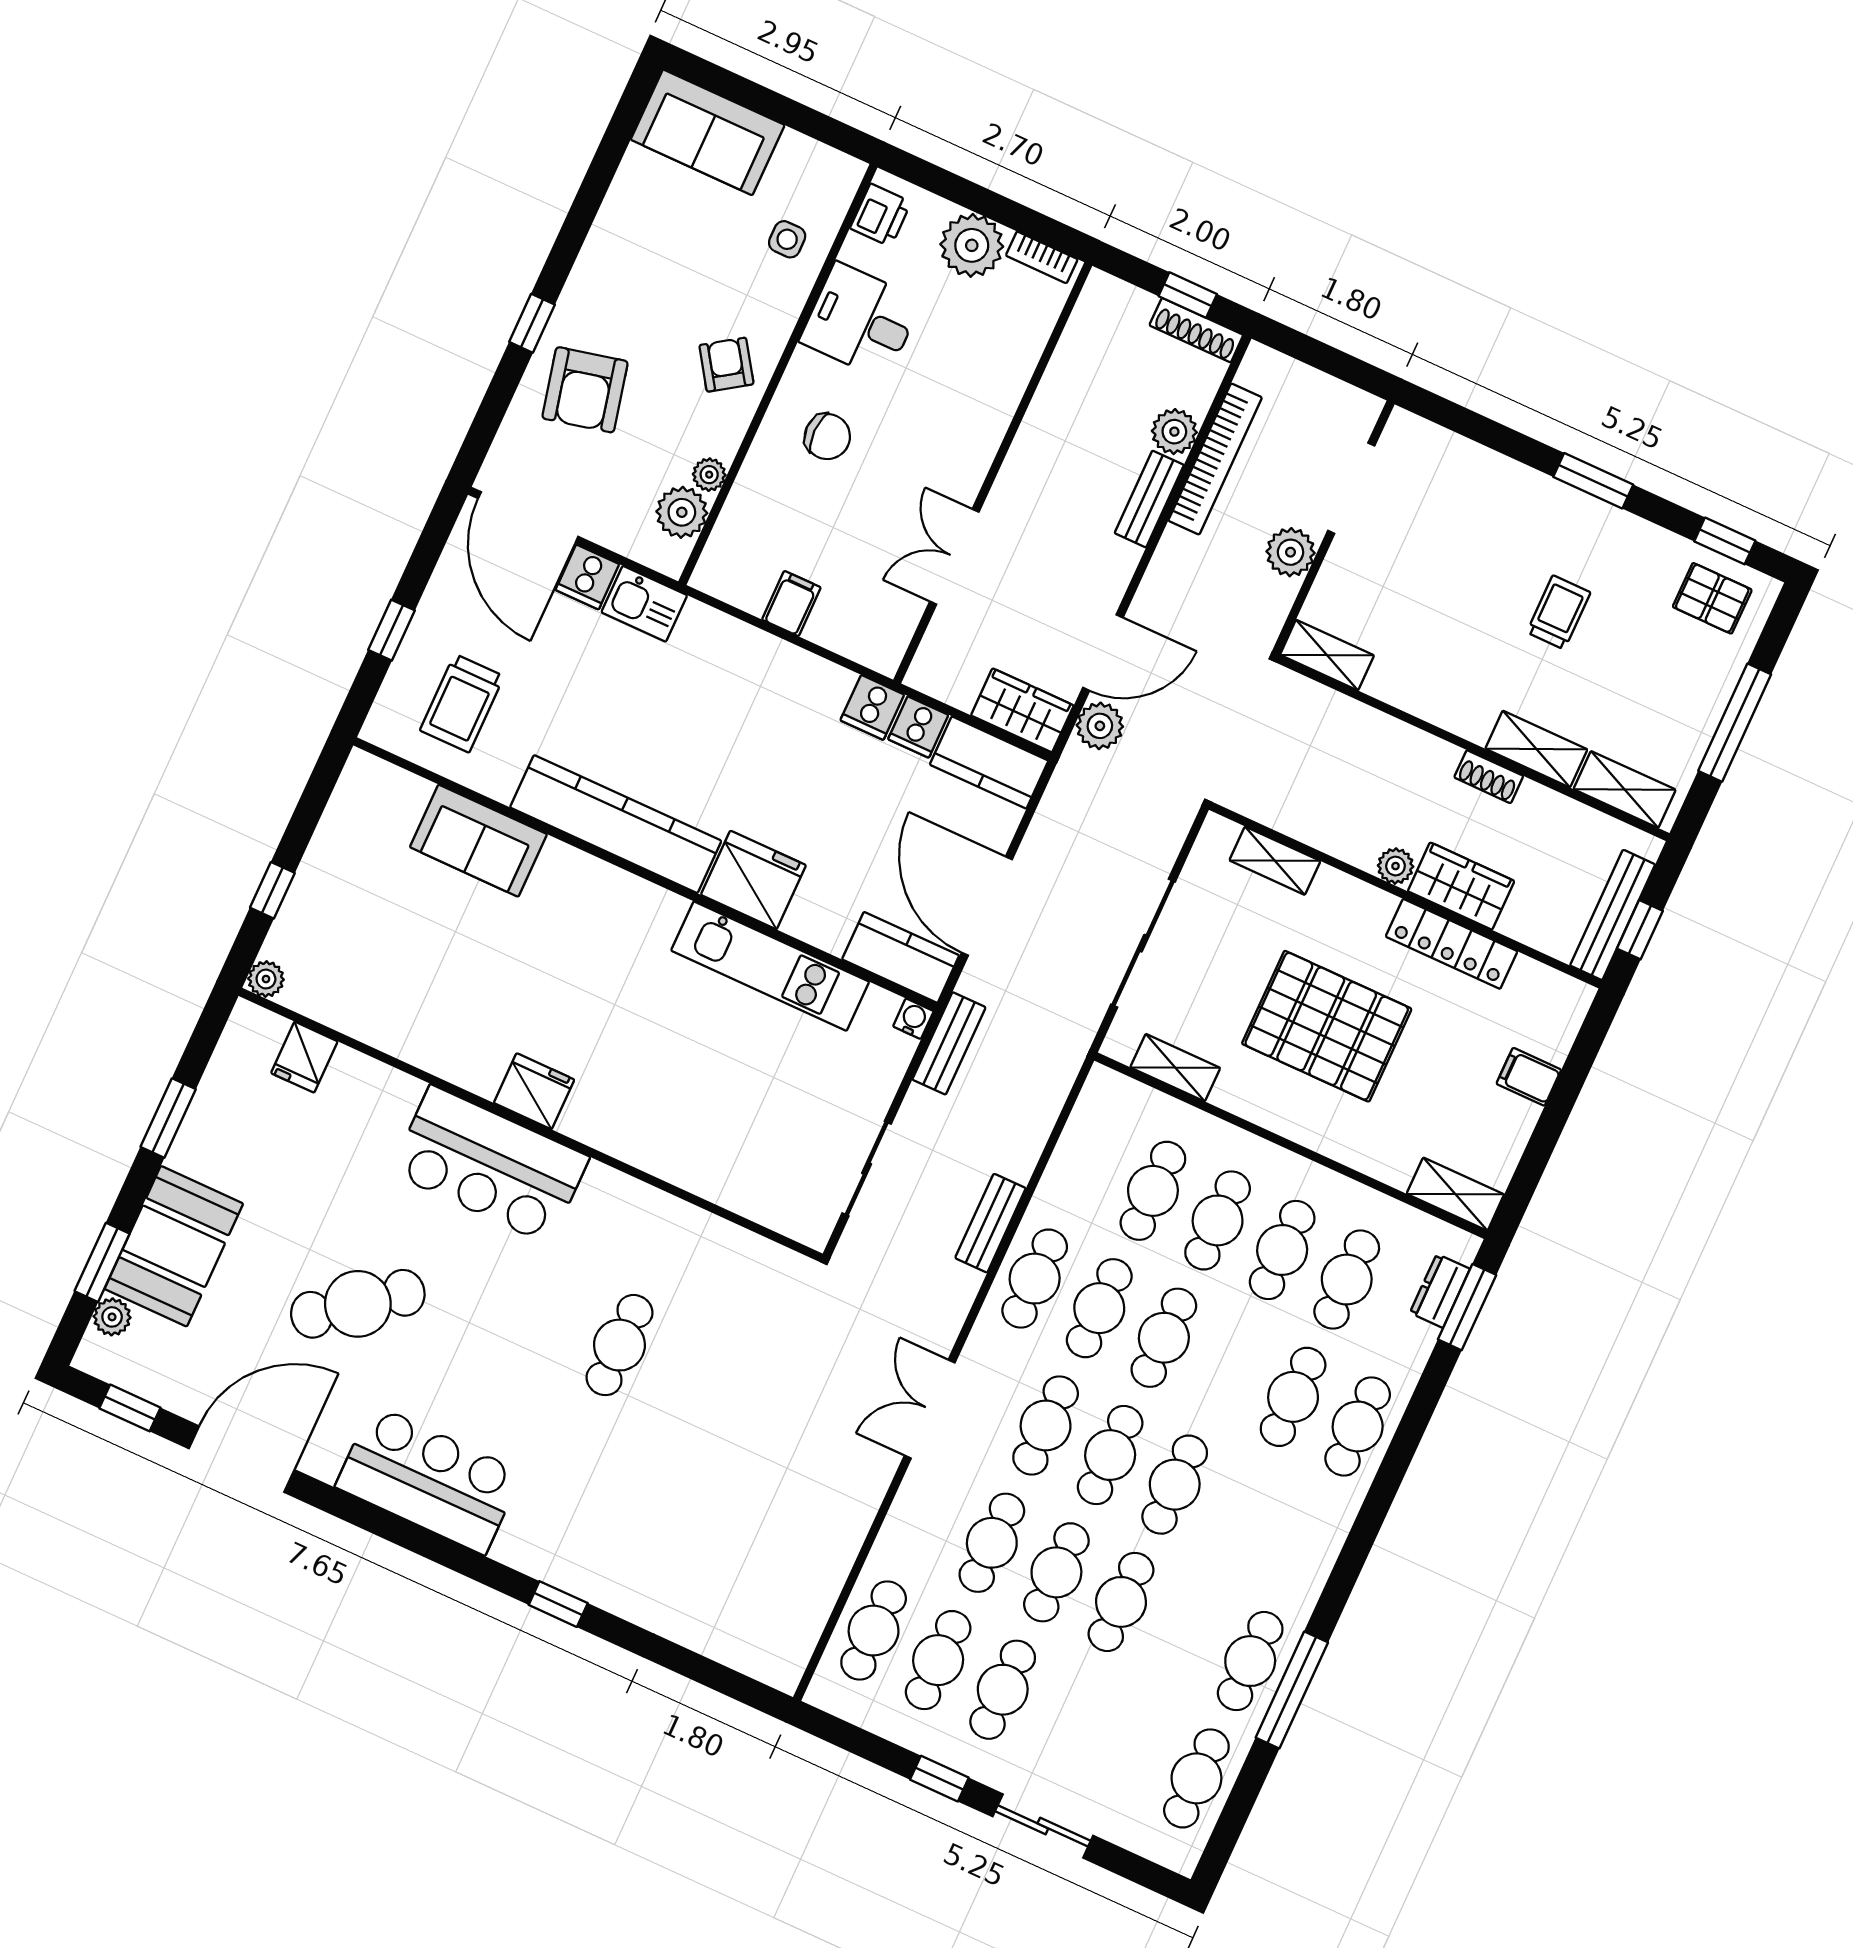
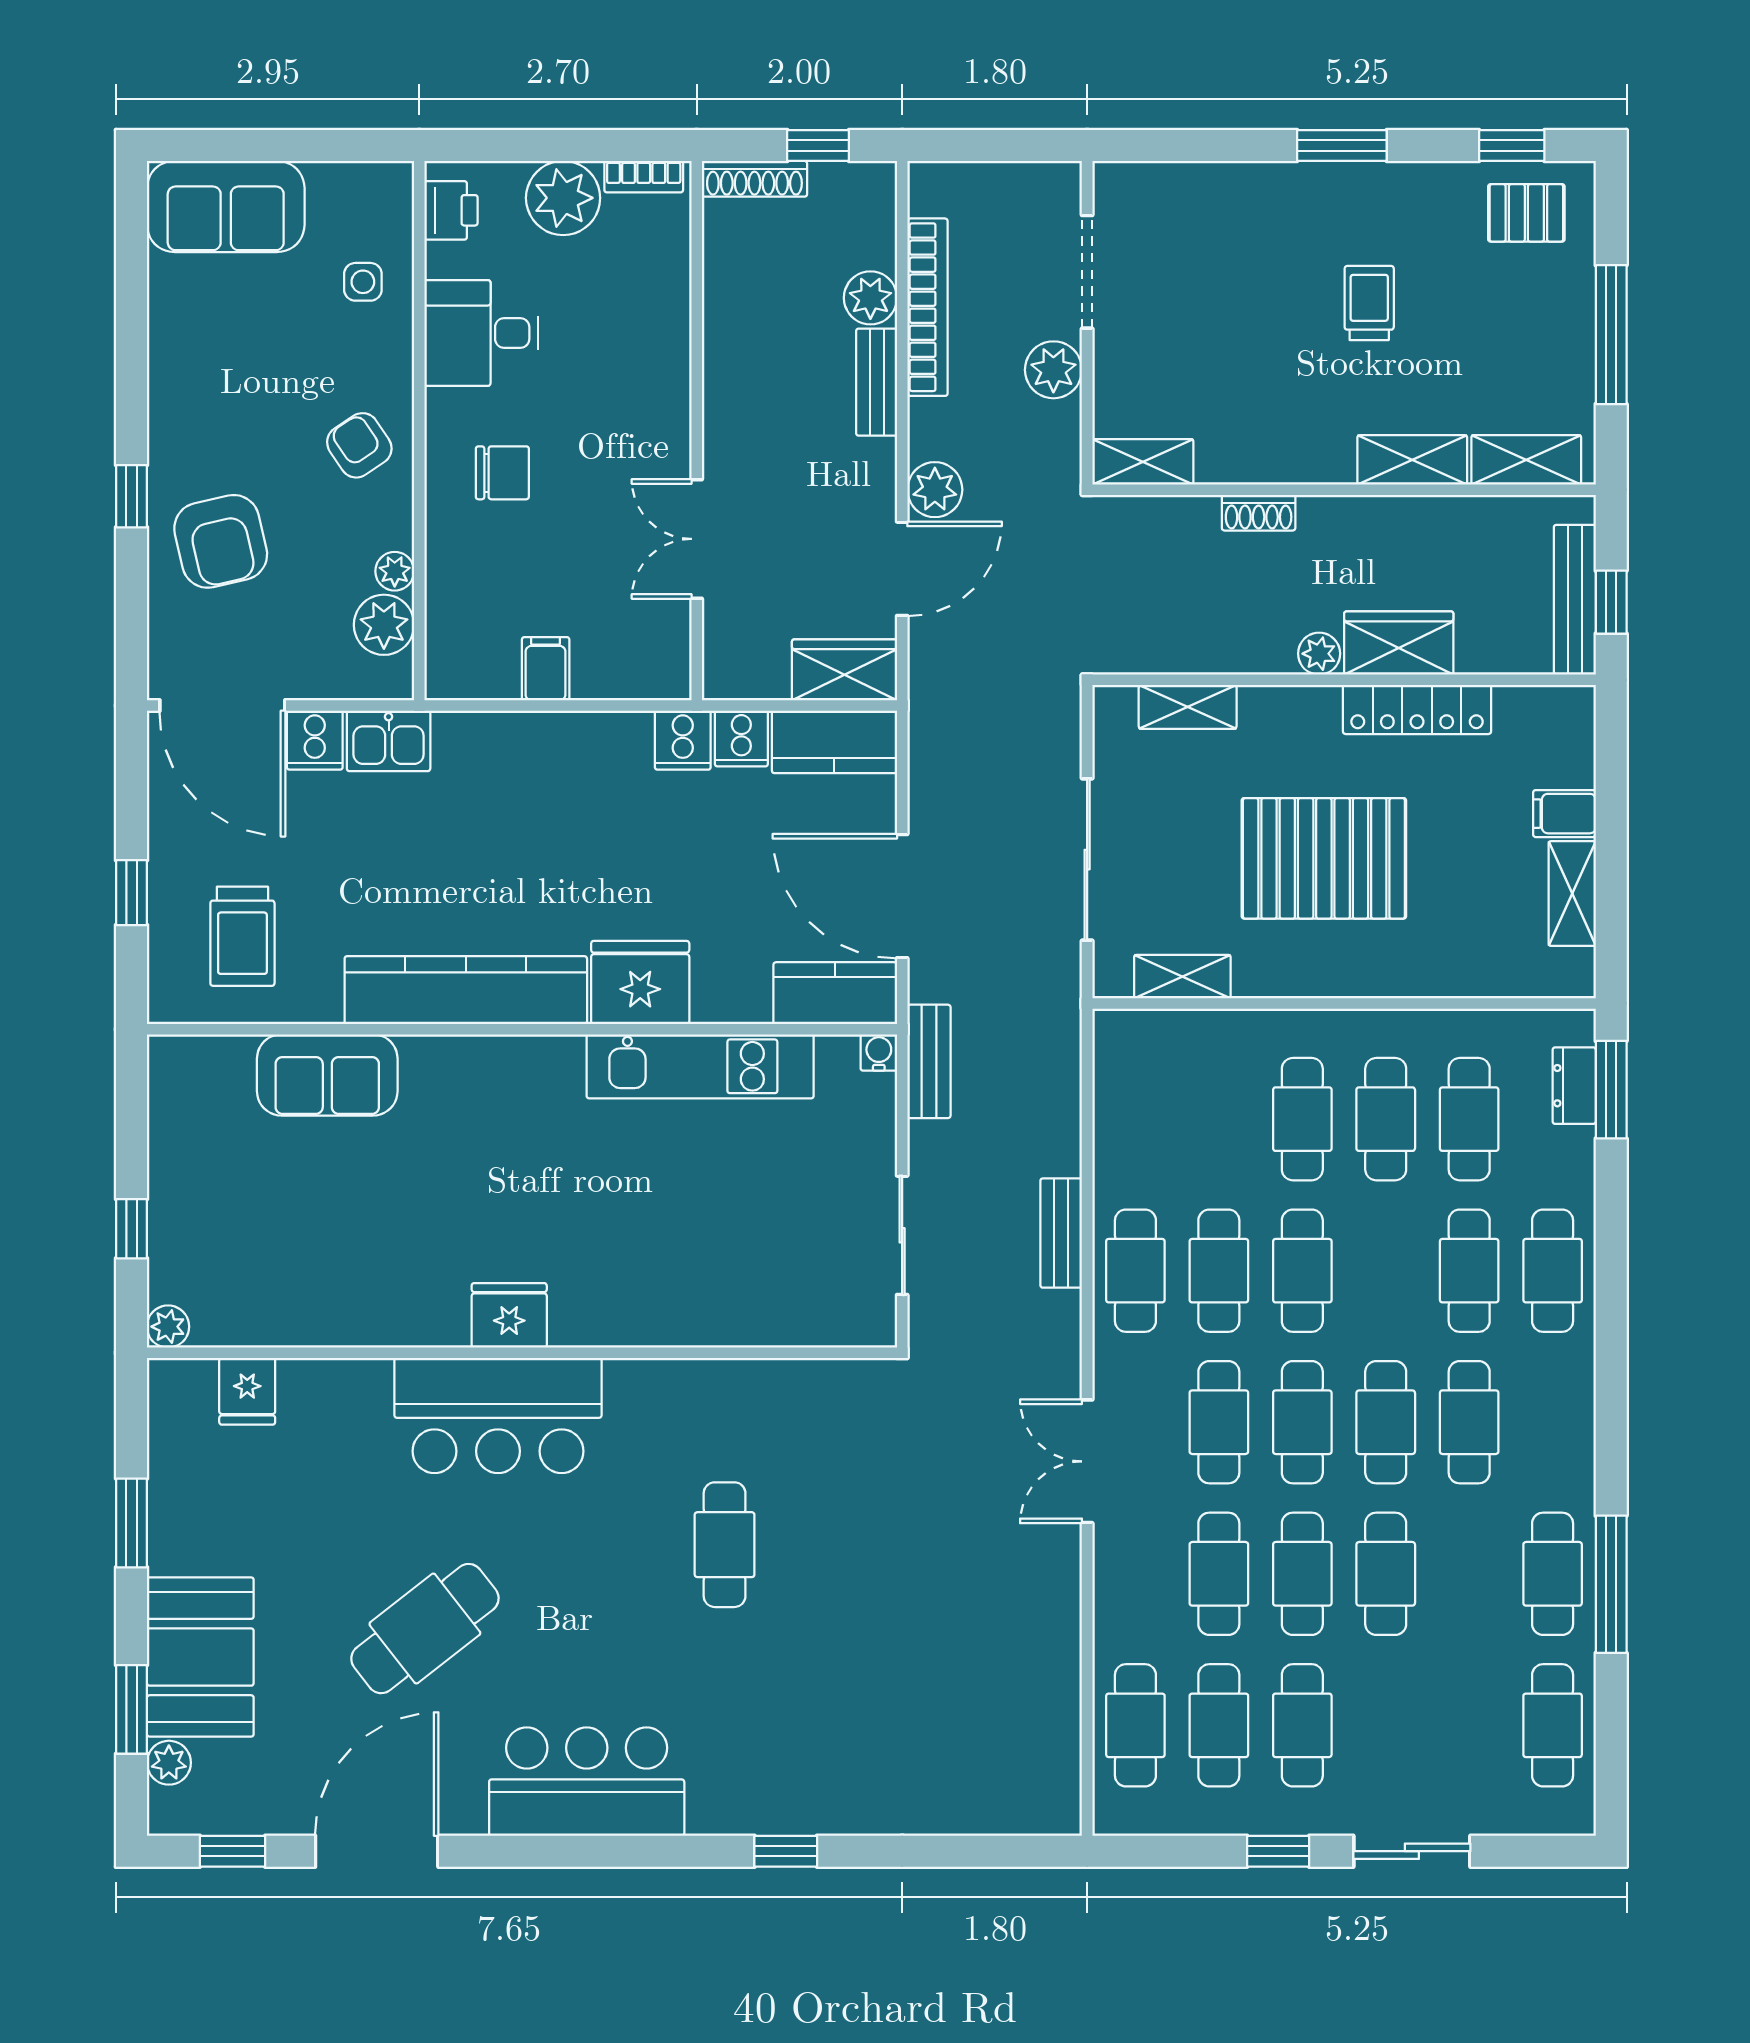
shoe rack: (1196, 330) -> (754, 179), moved
plant: (1100, 726) -> (935, 490), moved
shoe rack: (1489, 777) -> (1259, 513), moved
cafe table: (1153, 1191) -> (1469, 1422), moved
shelving: (1455, 1194) -> (1572, 894), moved, turned 90

